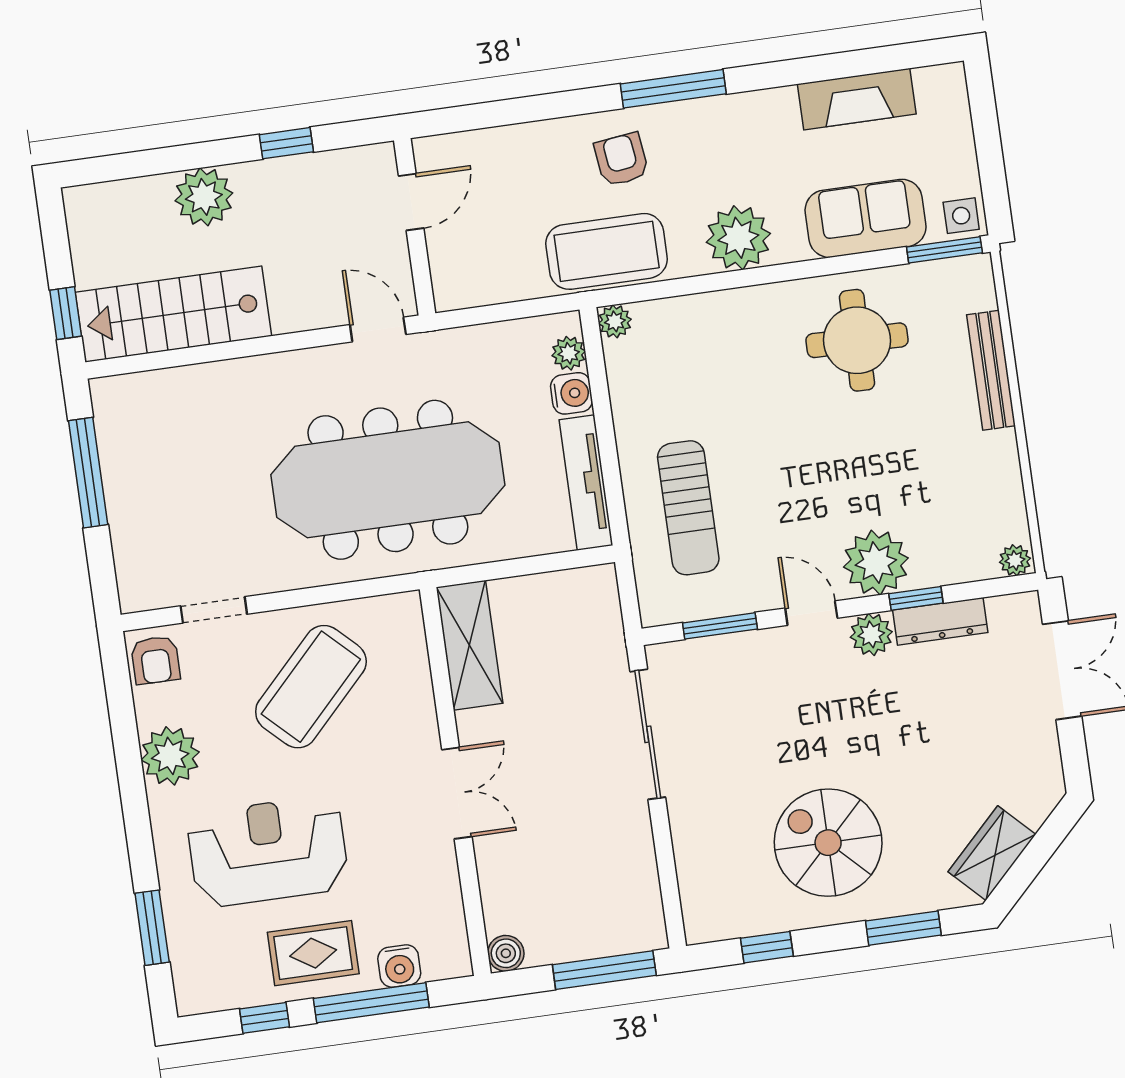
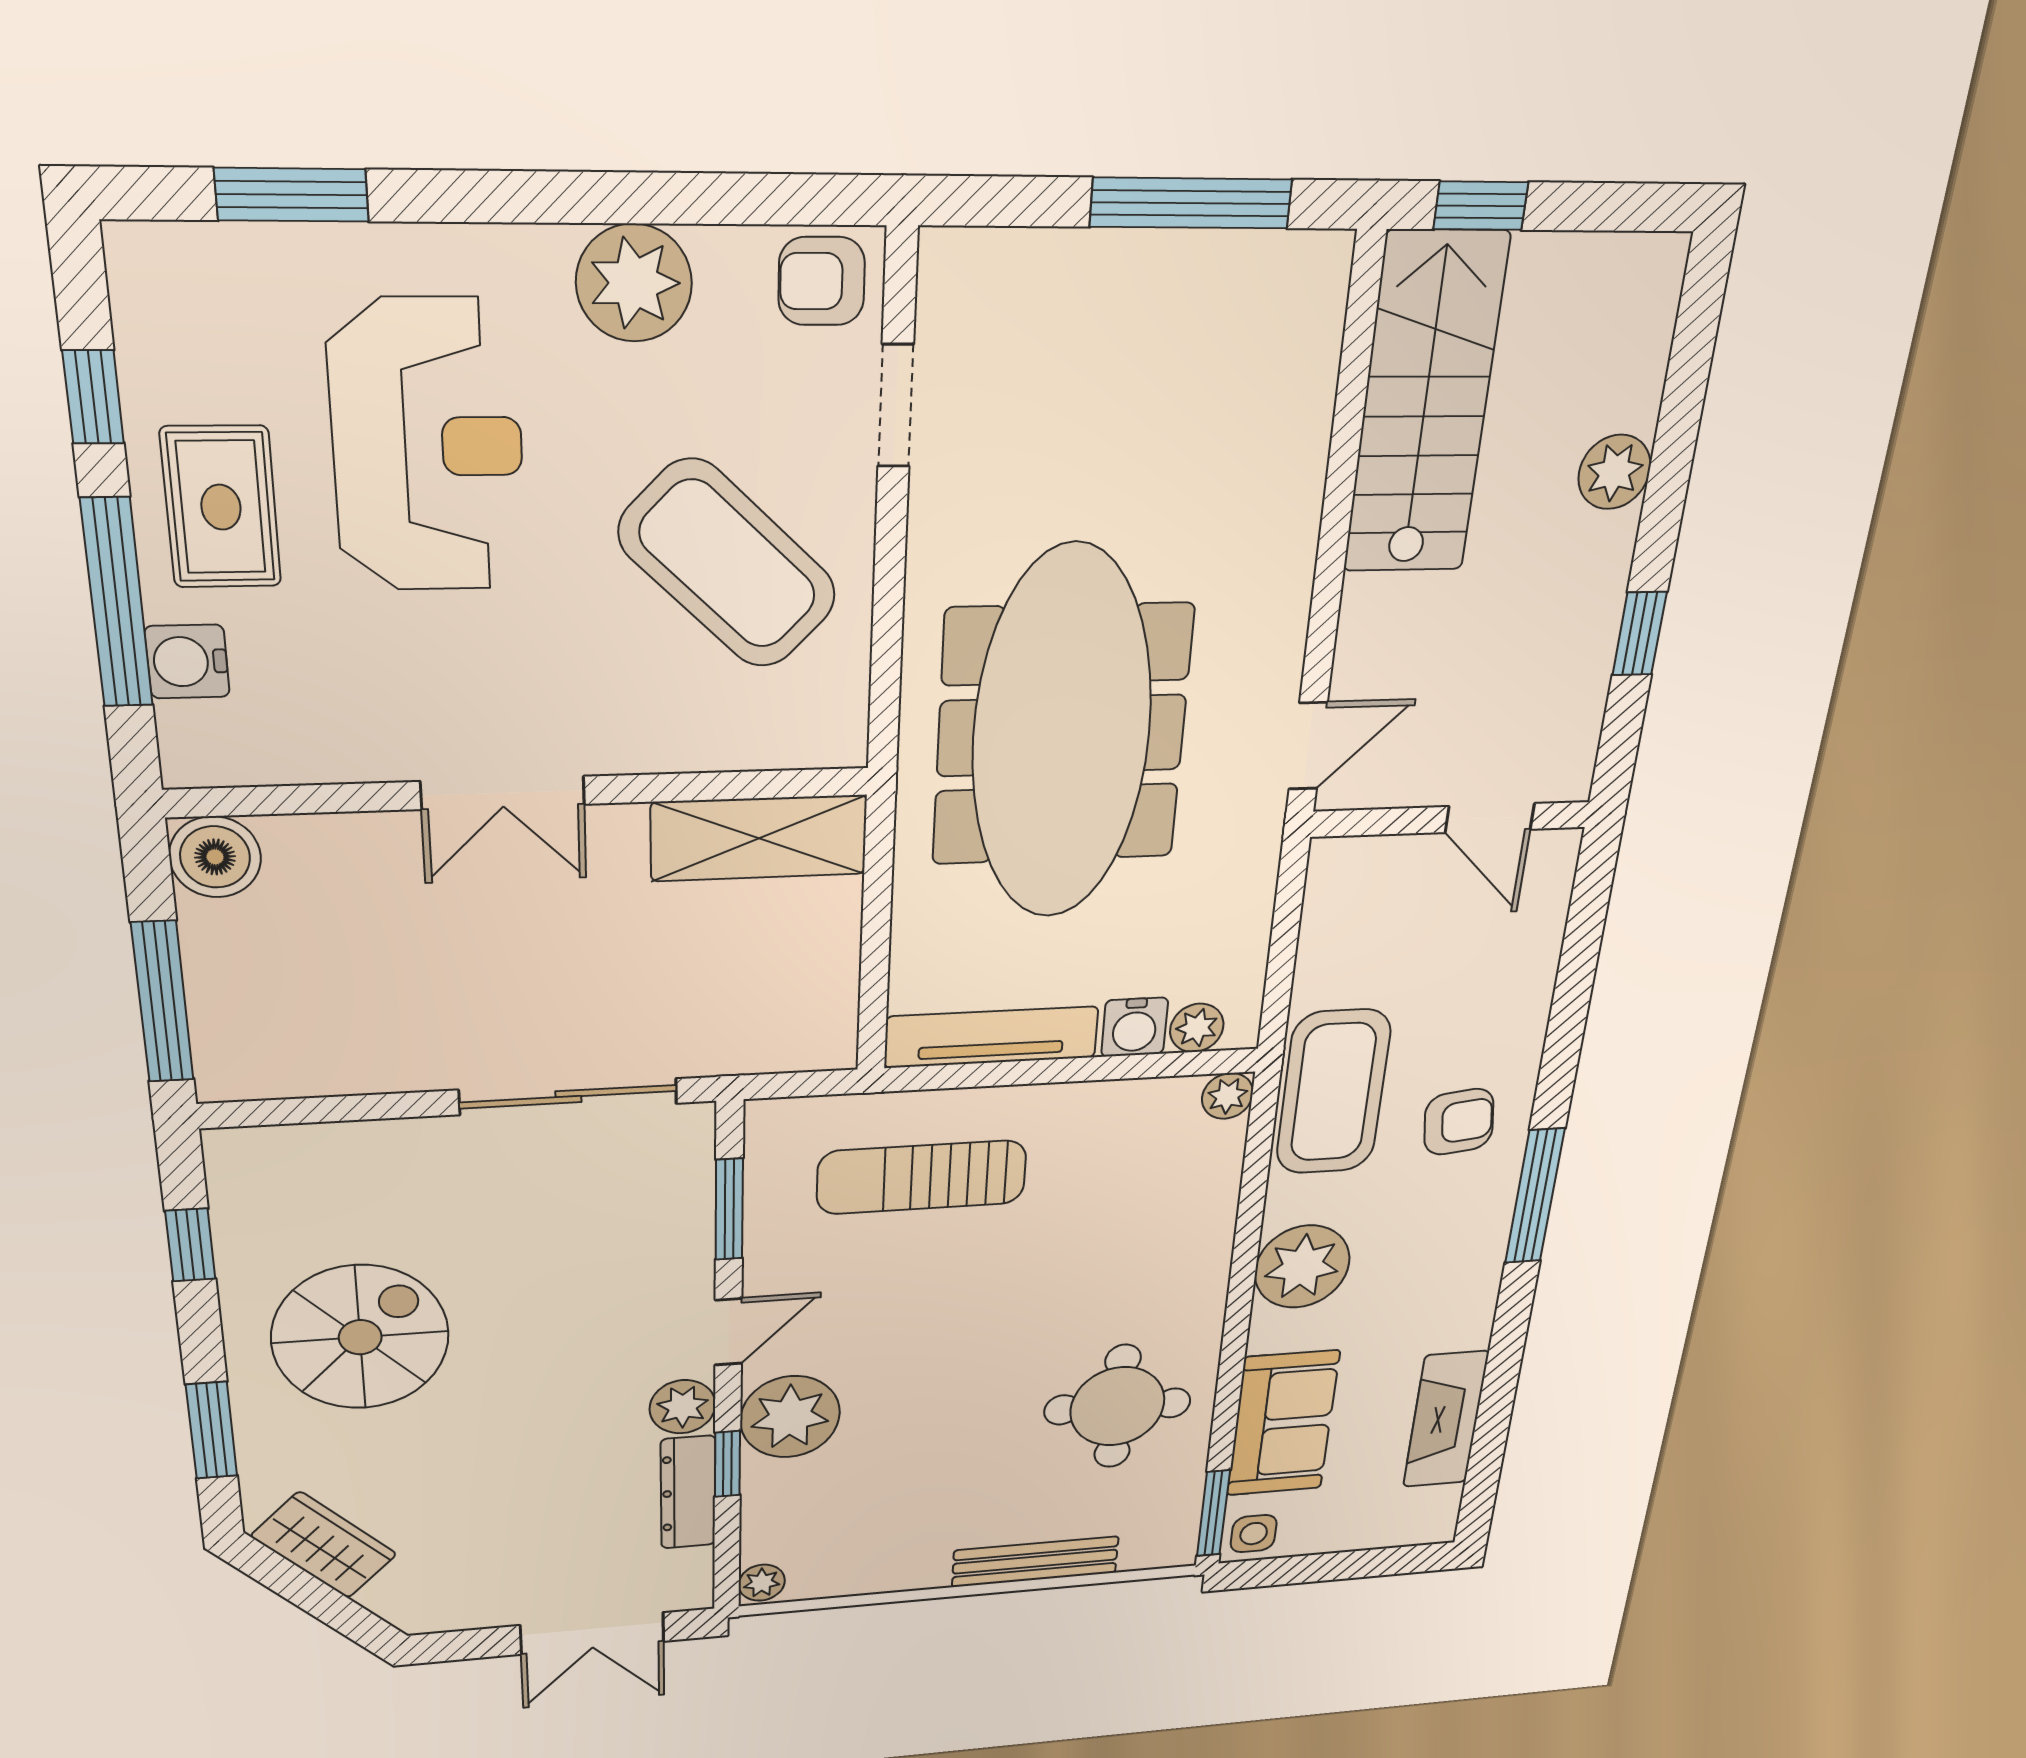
plant: (204, 197) -> (1615, 472), width x0.73, depth x0.73
boiler: (506, 953) -> (215, 857), width x1.36, depth x1.36

